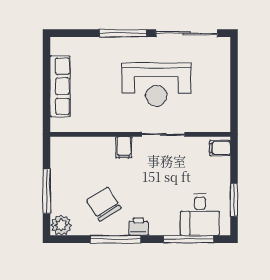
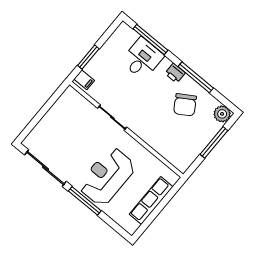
reception desk: (156, 85) -> (107, 176), moved, turned -90
filing cabinet: (124, 147) -> (143, 130), removed
window: (234, 200) -> (88, 57), moved
desk: (200, 215) -> (142, 59), moved

